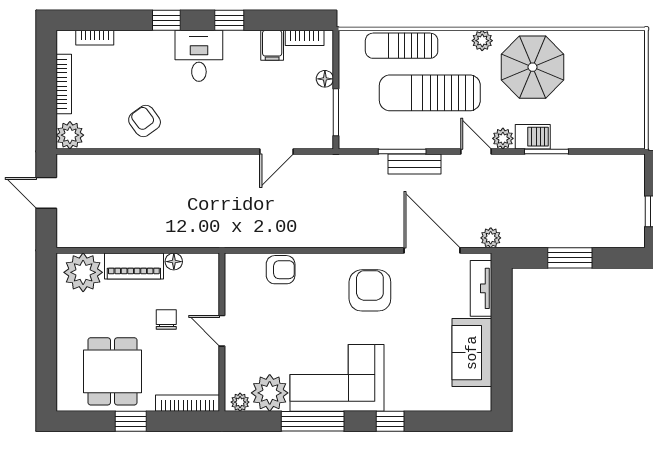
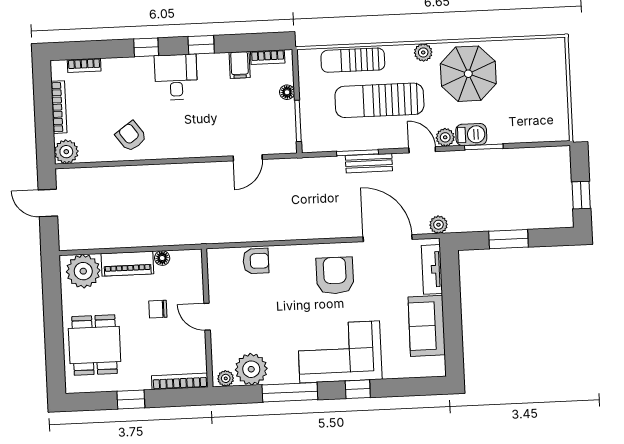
chair: (166, 320) -> (158, 309), turned -90
dining table: (112, 371) -> (95, 345), moved
corner sofa: (337, 378) -> (340, 352), moved

